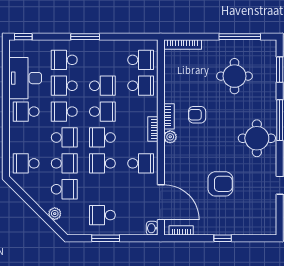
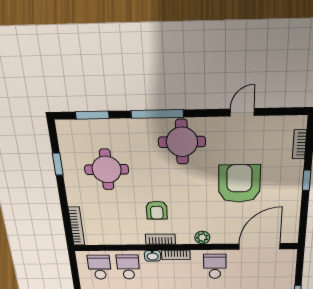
window: (240, 37) -> (58, 164), width x0.46
plant: (170, 137) -> (202, 238), moved
armchair: (220, 184) -> (239, 184), width x1.36, depth x1.36
washbasin: (152, 228) -> (153, 256), moved
bookcase: (181, 230) -> (299, 144), moved

